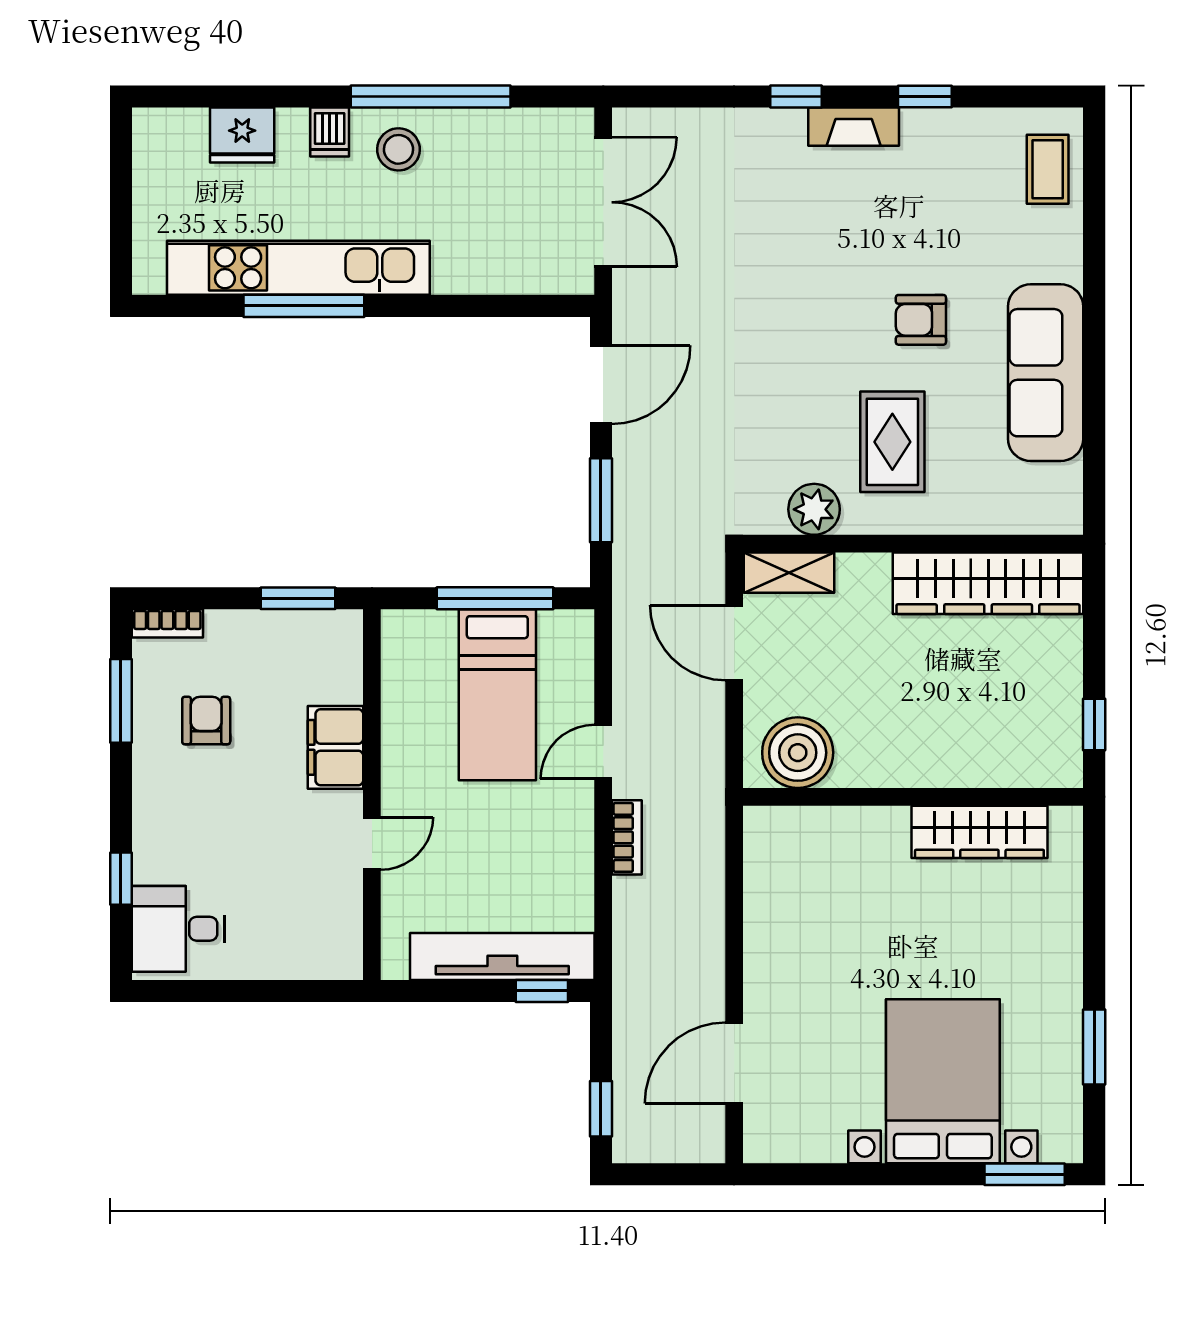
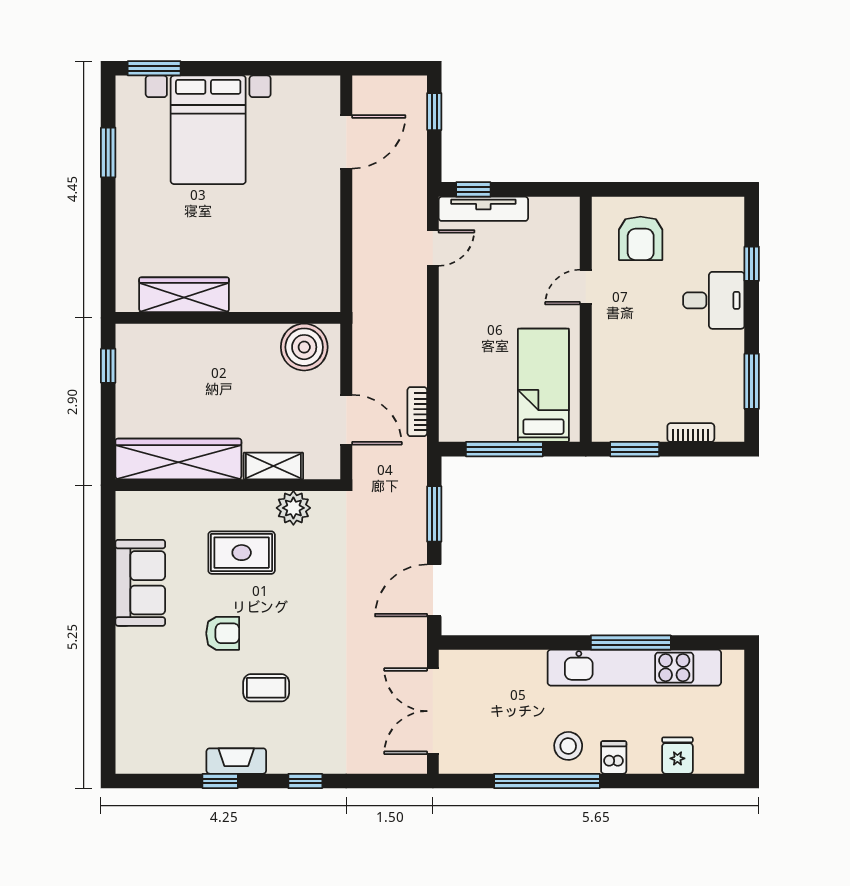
fireplace: (854, 127) -> (236, 761), moved
fridge: (242, 135) -> (677, 756), width x0.72
coffee table: (1048, 169) -> (266, 688), moved, turned 90
sofa: (1046, 373) -> (140, 583), width x0.73
rug: (892, 442) -> (242, 553), turned 90
shelving: (789, 573) -> (273, 466), moved
bookcase: (167, 623) -> (691, 433), moved
bed: (497, 695) -> (543, 385), moved
armchair: (206, 721) -> (641, 238), moved, width x1.38, depth x1.38
filing cabinet: (336, 747) -> (610, 351), removed
door: (603, 752) -> (433, 248), moved
bookcase: (627, 837) -> (417, 412), moved
desk: (178, 929) -> (714, 300), moved
tv unit: (502, 956) -> (483, 209), width x0.73, depth x0.78

